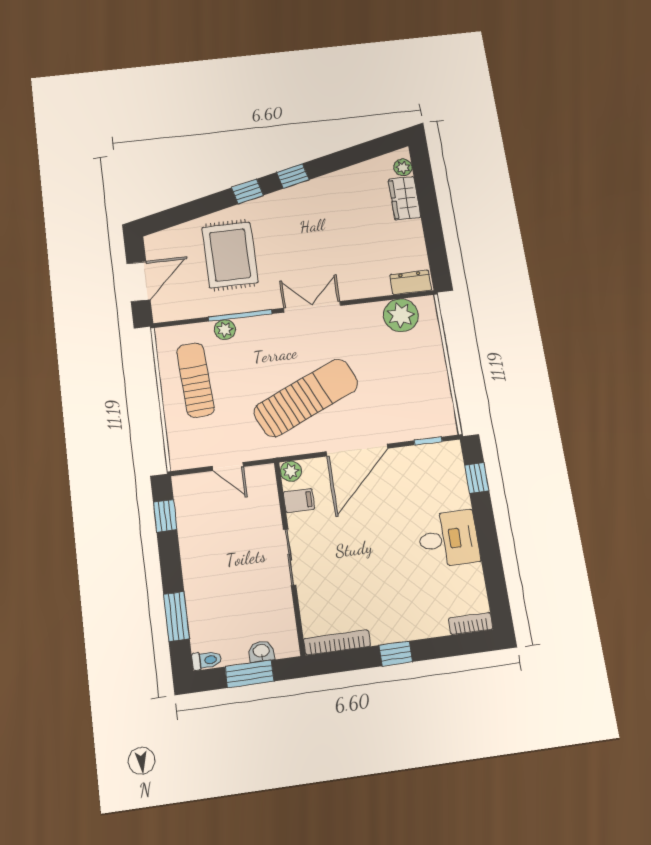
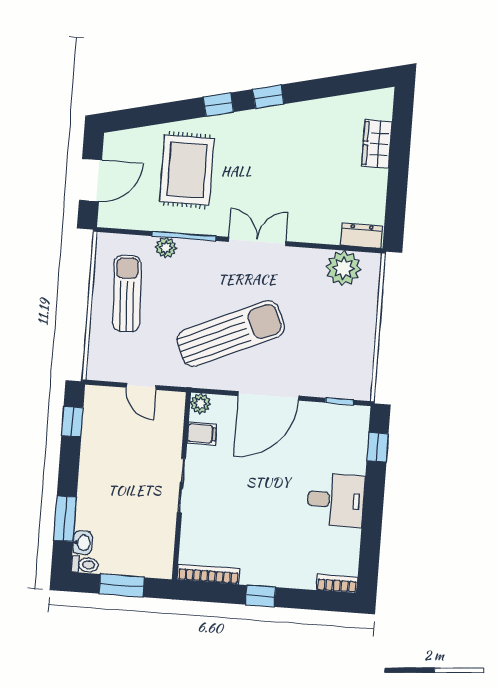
plant: (403, 167) -> (383, 109), removed
washbasin: (261, 651) -> (82, 543), moved, turned 90

